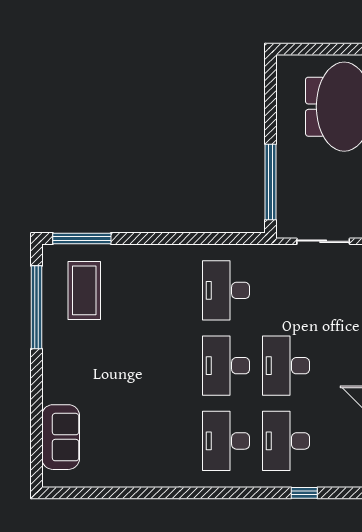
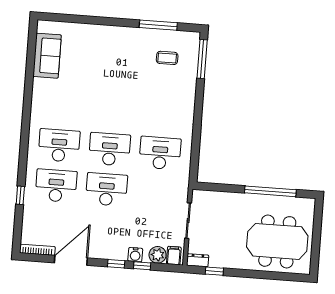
window: (271, 182) -> (270, 191), moved
coffee table: (84, 290) -> (167, 58), width x0.54, depth x0.58
window: (37, 307) -> (158, 25), width x0.68
sofa: (61, 437) -> (47, 56), moved, turned -90

